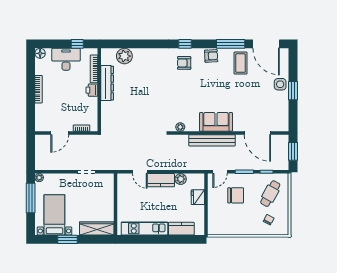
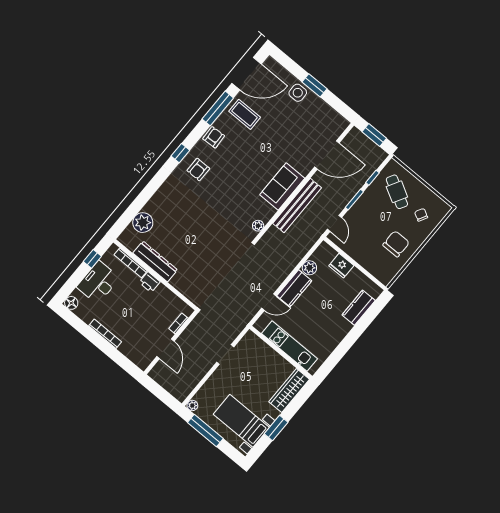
chair: (236, 195) -> (396, 244), moved
kitchen unit: (144, 228) -> (289, 346), moved, turned 90

